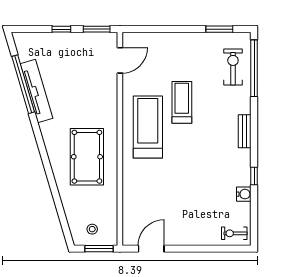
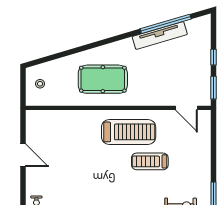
treadmill: (182, 102) -> (150, 161), turned 180
window: (99, 249) -> (23, 90), removed
door: (151, 249) -> (23, 155), moved

